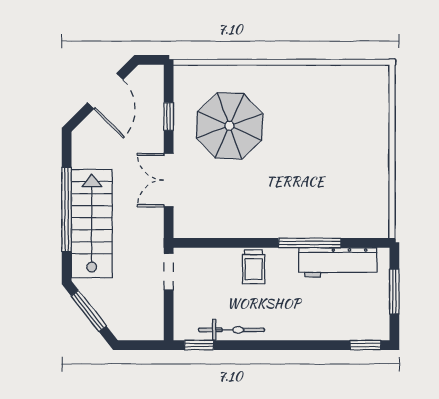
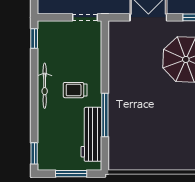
trolley: (254, 267) -> (75, 90), moved
bicycle: (232, 330) -> (45, 86), moved

